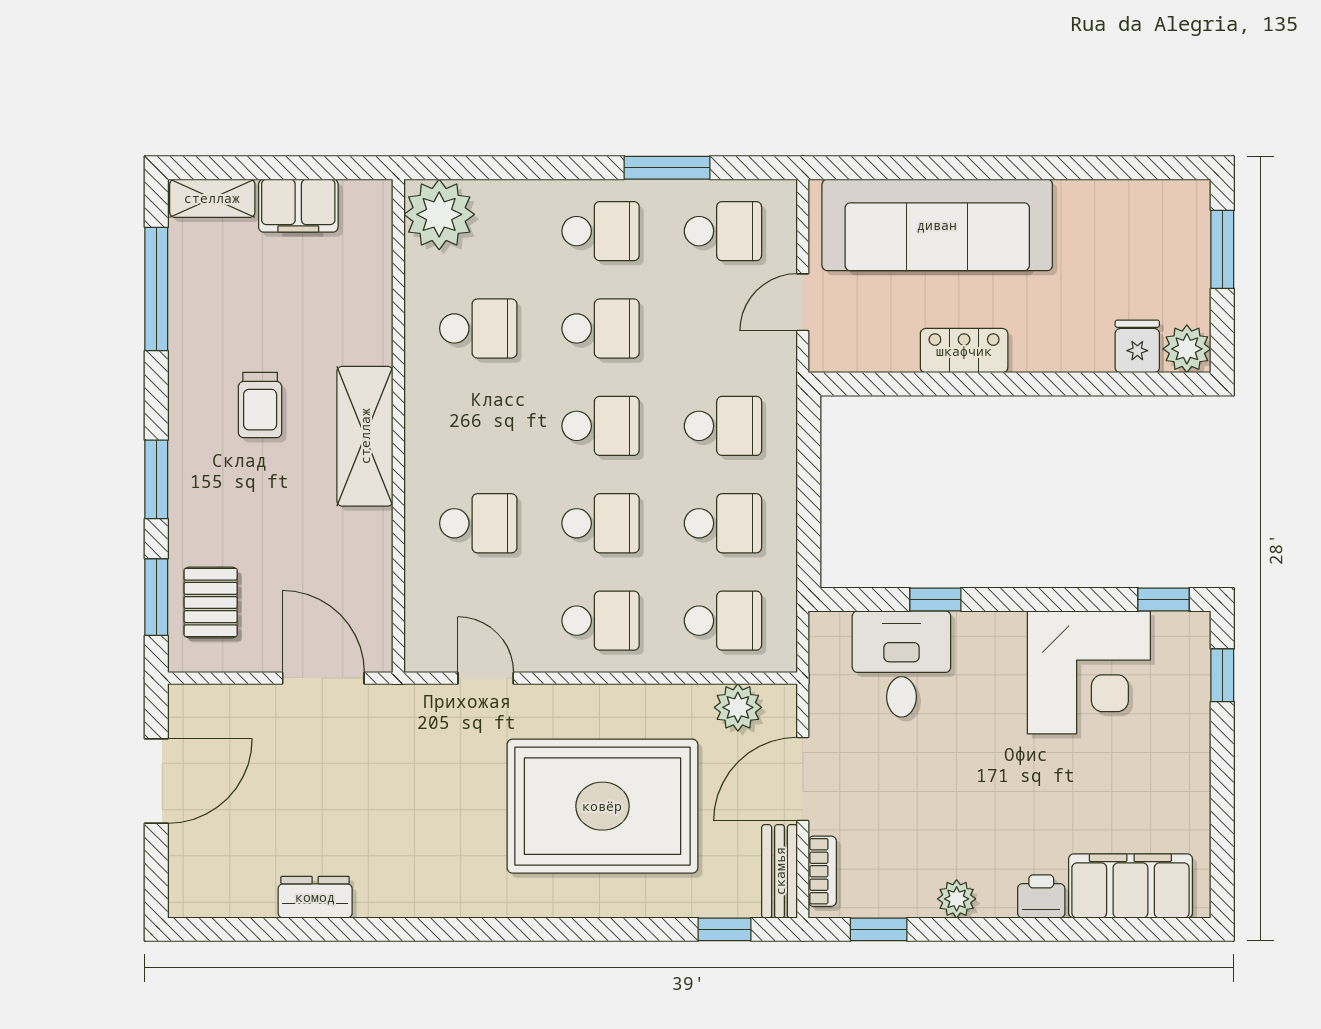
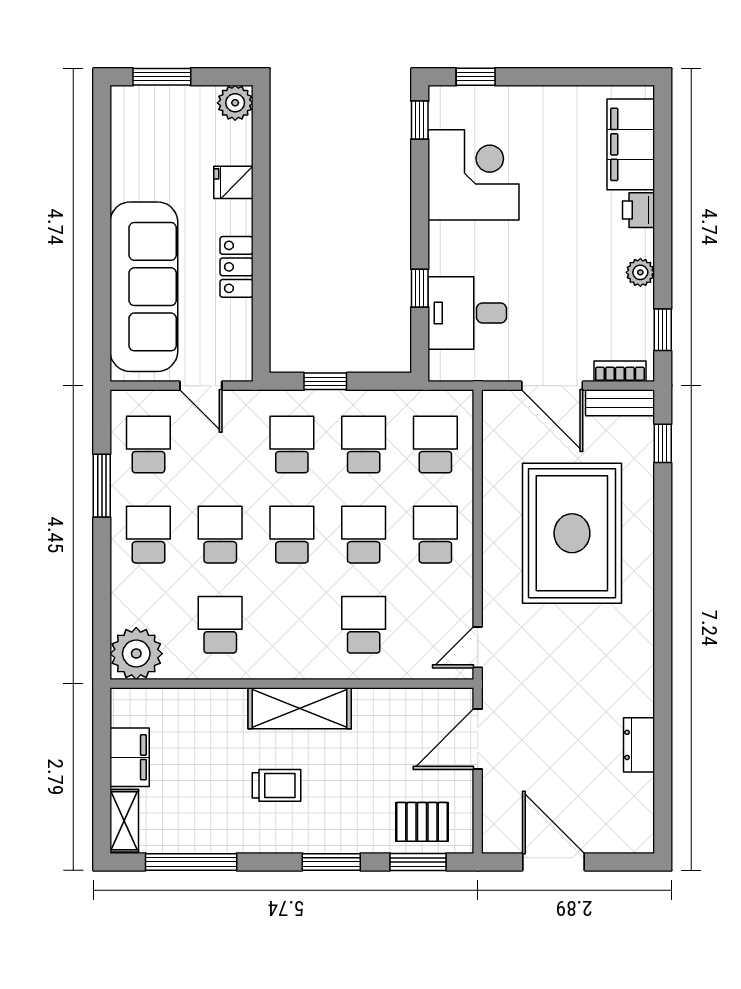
fridge: (1137, 346) -> (233, 182), moved
window: (809, 471) -> (325, 381), added
door: (486, 678) -> (478, 647), moved
plant: (738, 707) -> (499, 434), removed

